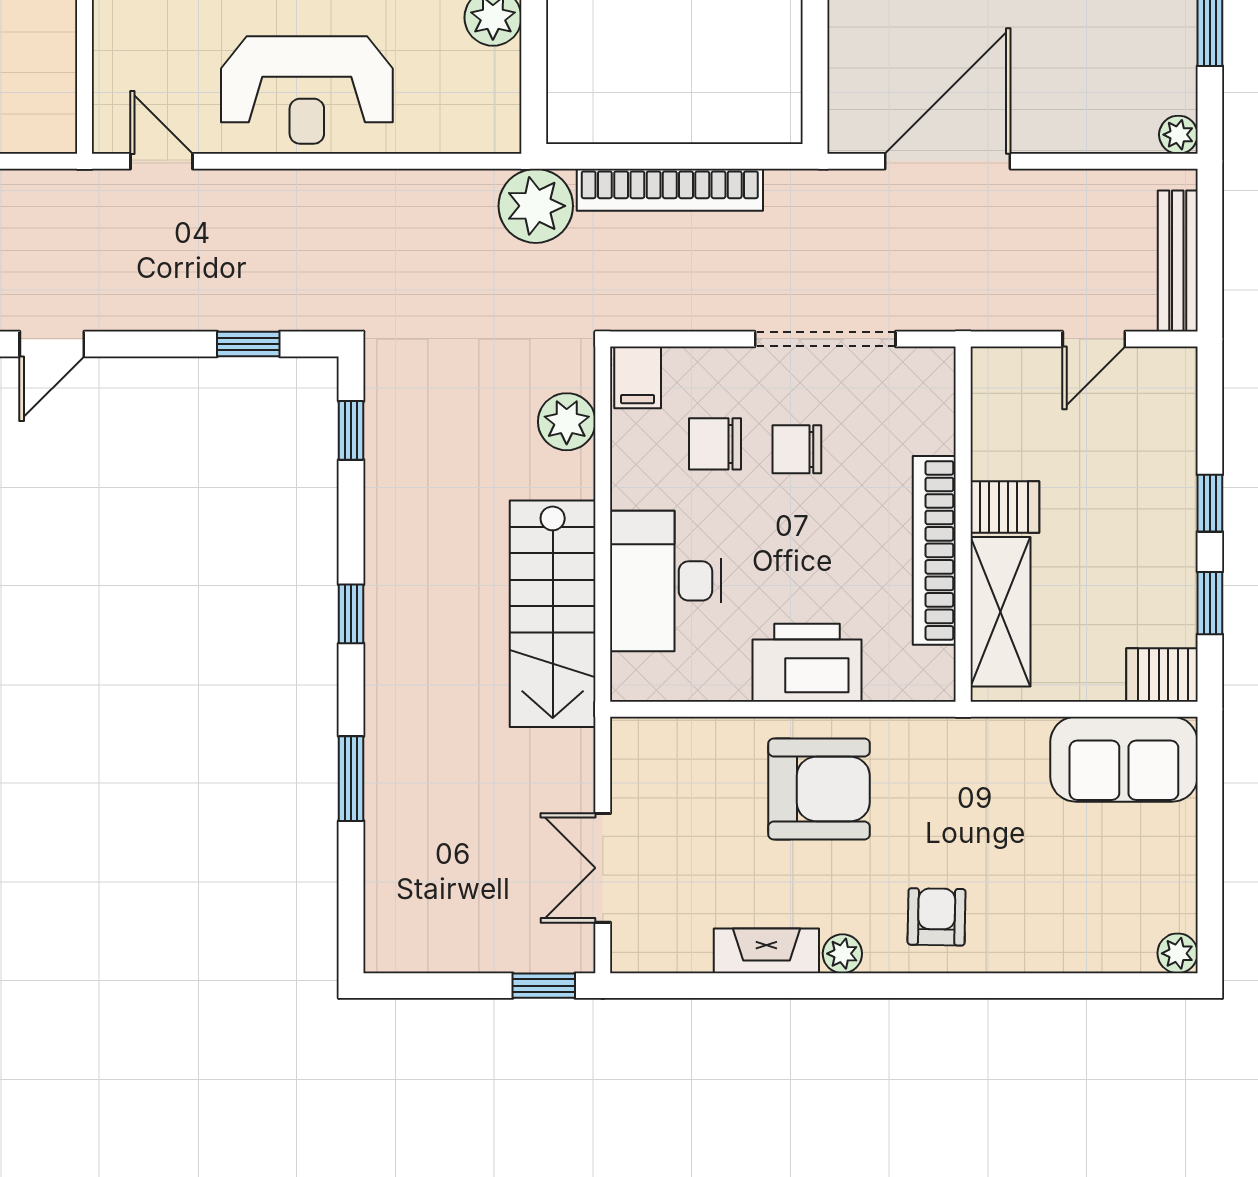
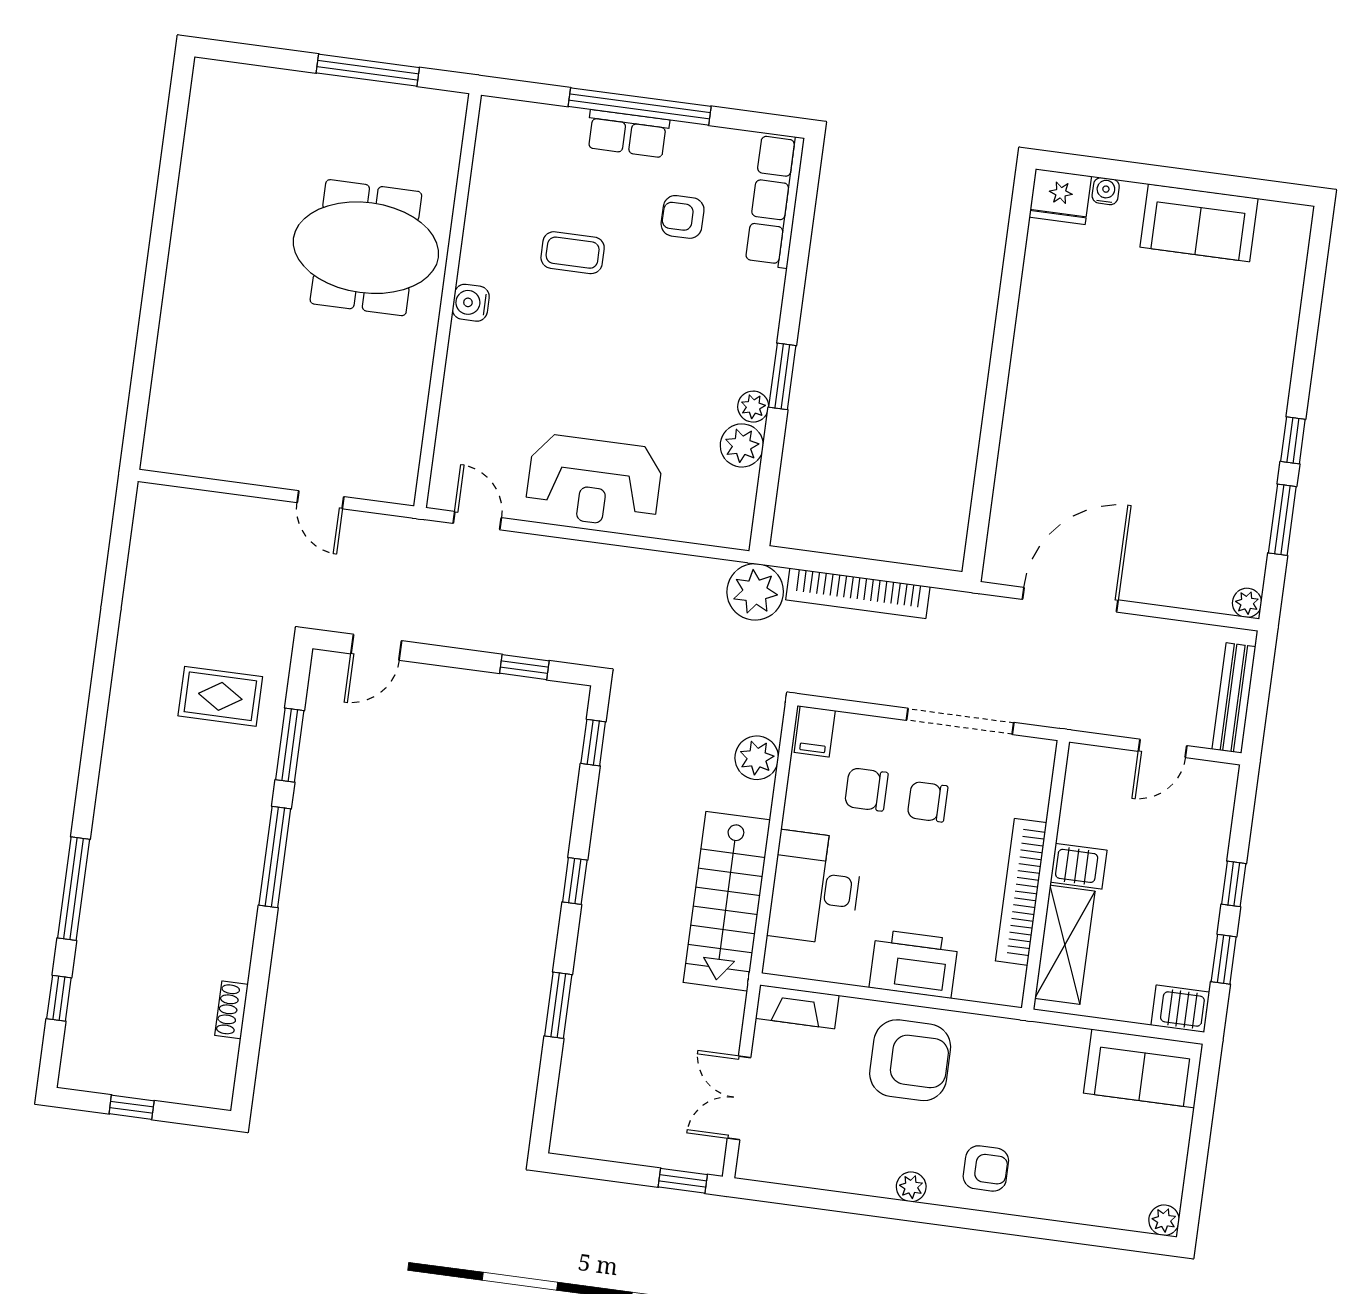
armchair: (937, 917) -> (986, 1168), turned 89
fireplace: (766, 951) -> (797, 1007), moved, turned 180

